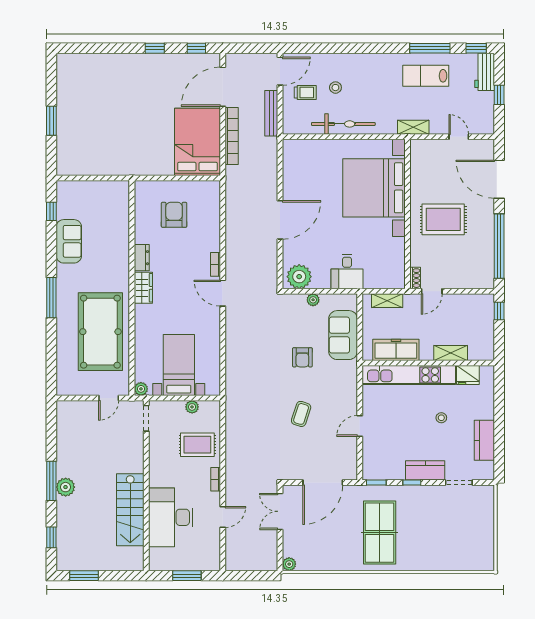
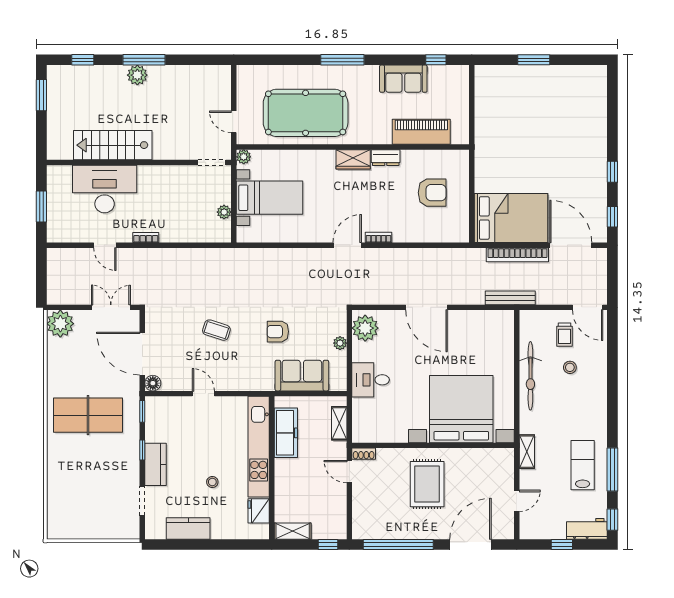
bench: (271, 113) -> (510, 298), moved
piano: (118, 225) -> (421, 132), added
shelving: (451, 353) -> (293, 531), moved, turned 90
rug: (197, 445) -> (183, 218), removed
floor lamp: (350, 473) -> (153, 383), added
plant: (289, 564) -> (60, 324), width x1.88, depth x1.88

